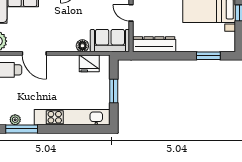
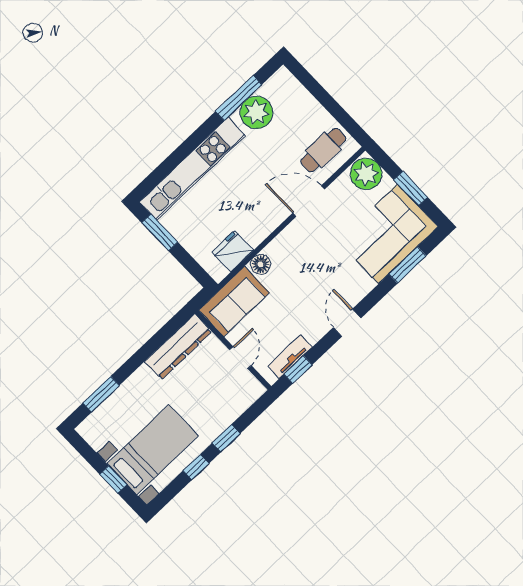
door: (131, 13) -> (240, 358), hinge flipped
window: (114, 91) -> (160, 232), moved
plant: (15, 120) -> (256, 112), width x1.88, depth x1.88

